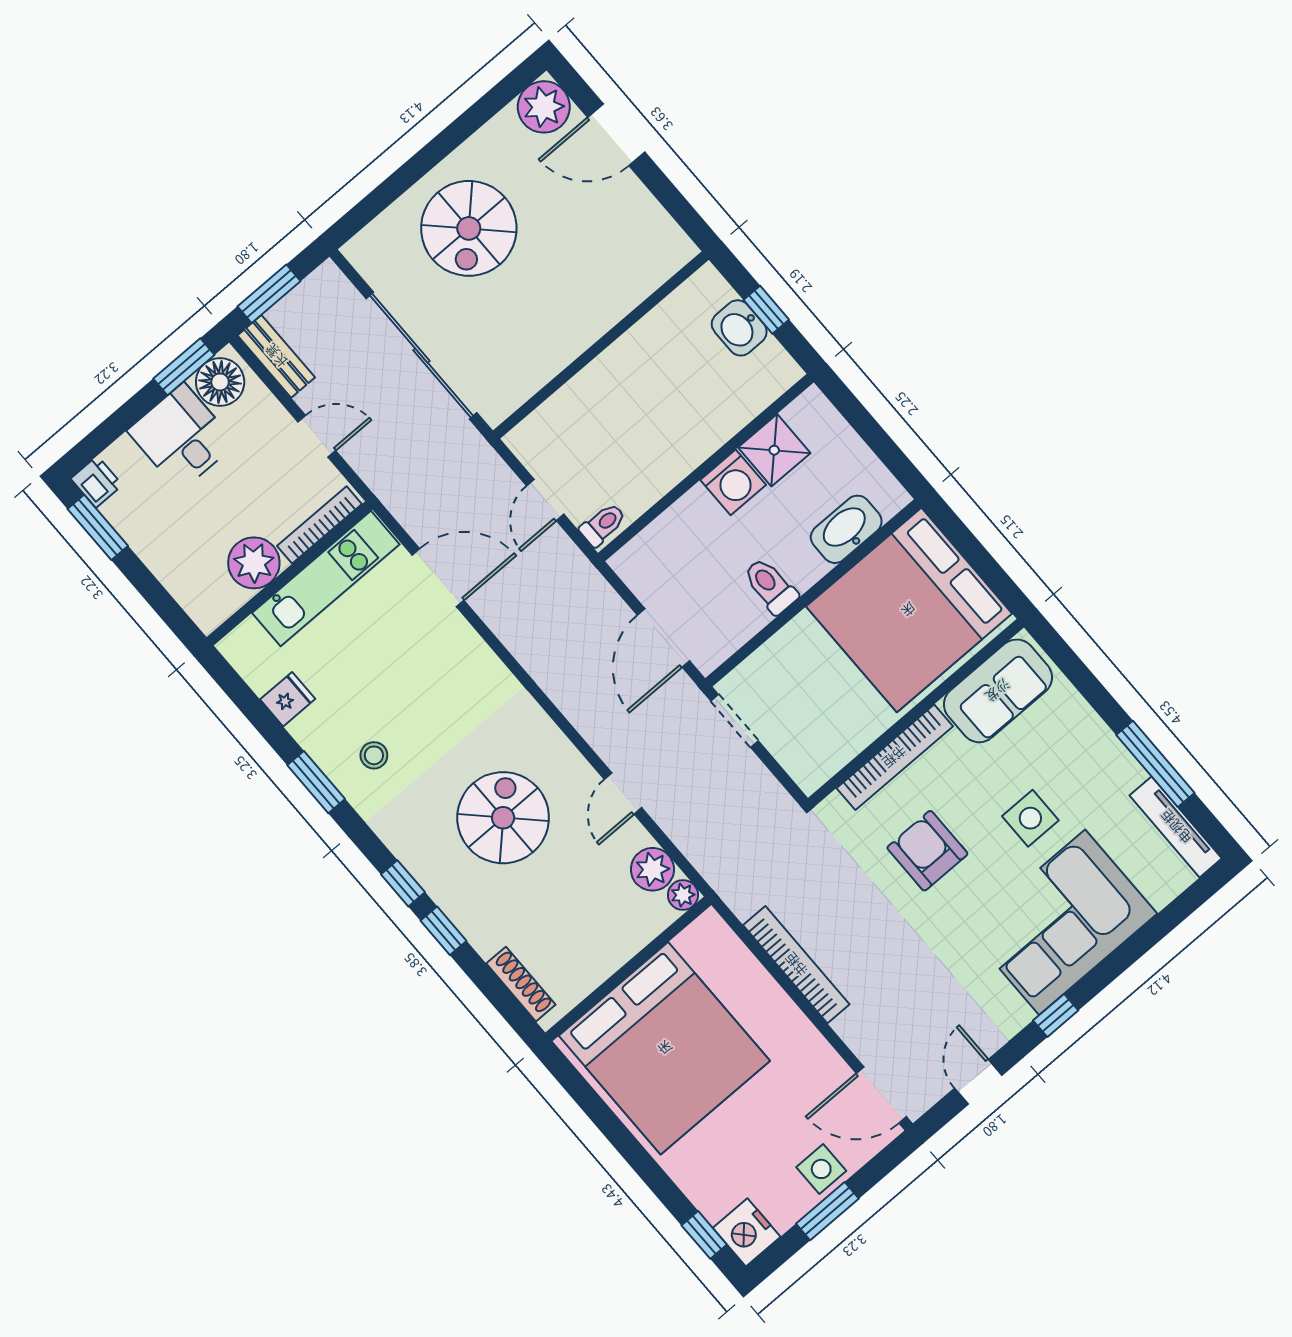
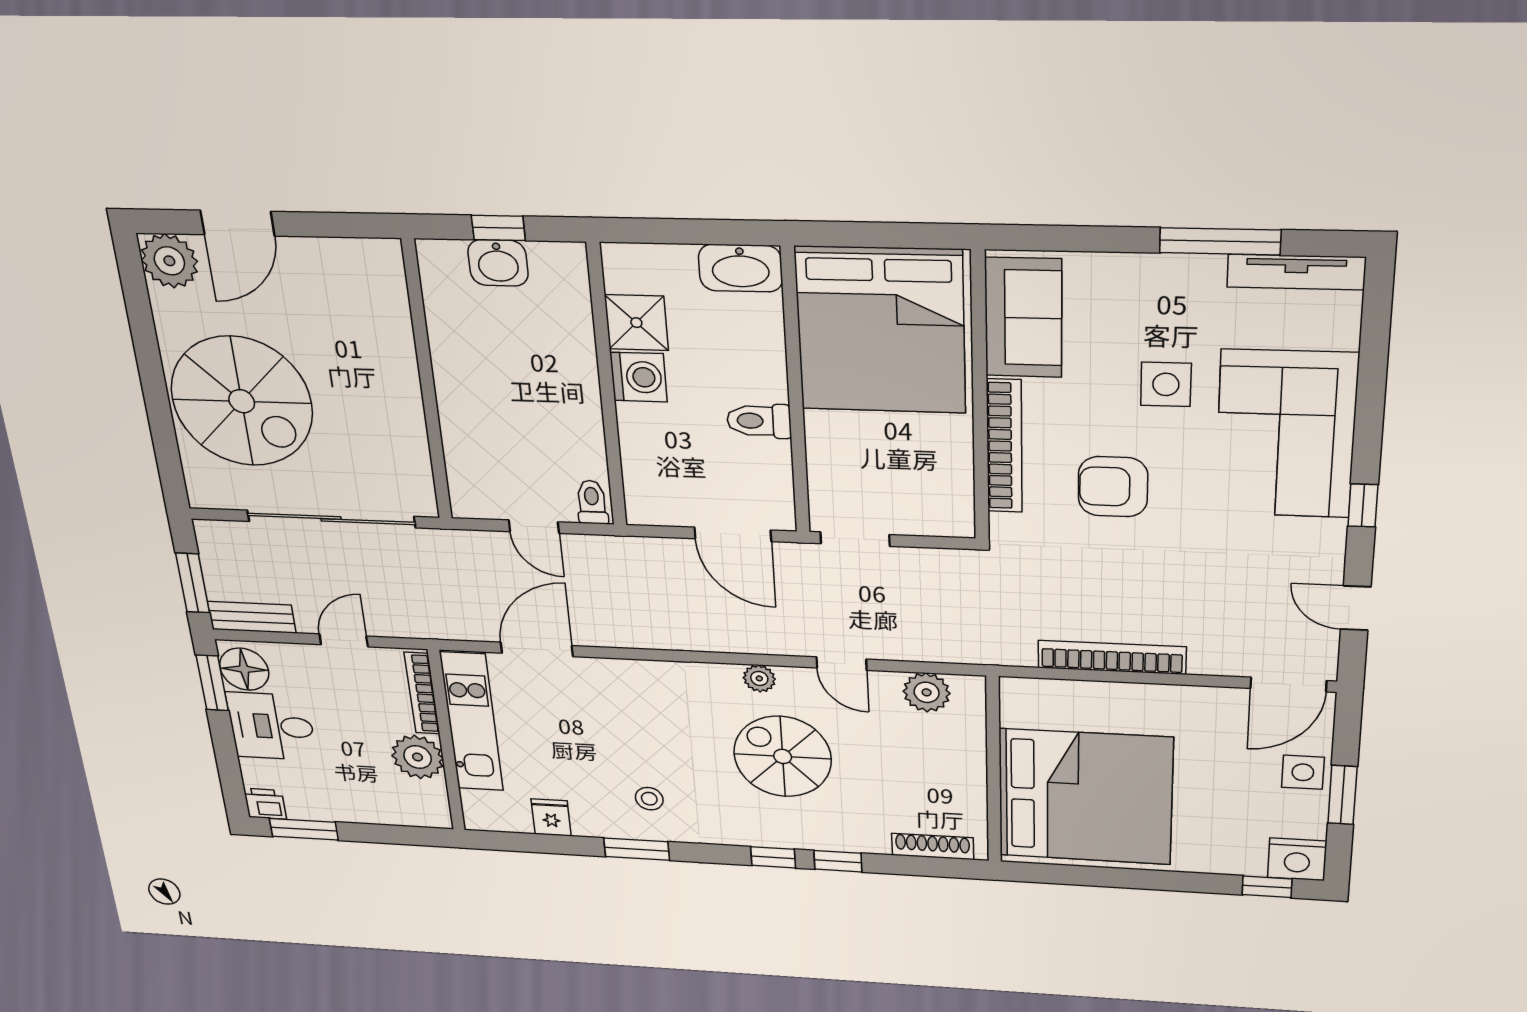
spiral stairs: (469, 228) -> (242, 401), width x1.37, depth x1.37
washbasin: (846, 529) -> (741, 268), moved, turned -90
plant: (683, 895) -> (759, 678), moved

